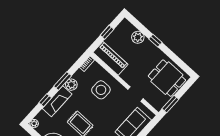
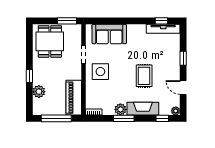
window: (107, 32) -> (56, 118), width x2.17
side table: (101, 90) -> (100, 72), moved
window: (45, 100) -> (162, 118), moved

